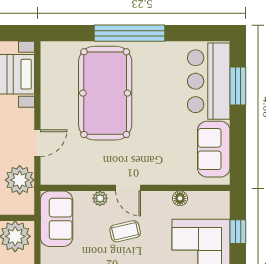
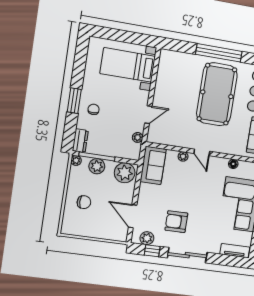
pool table: (105, 93) -> (217, 94), moved
plant: (20, 180) -> (138, 137), width x0.53, depth x0.53
coffee table: (125, 231) -> (196, 180), removed

